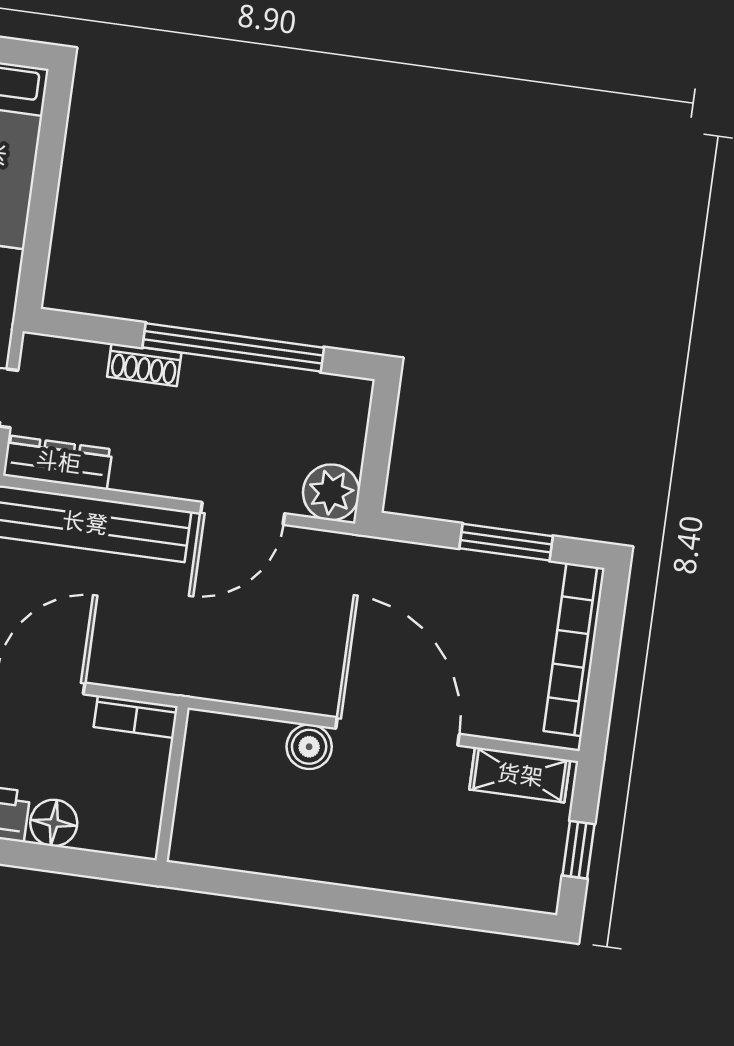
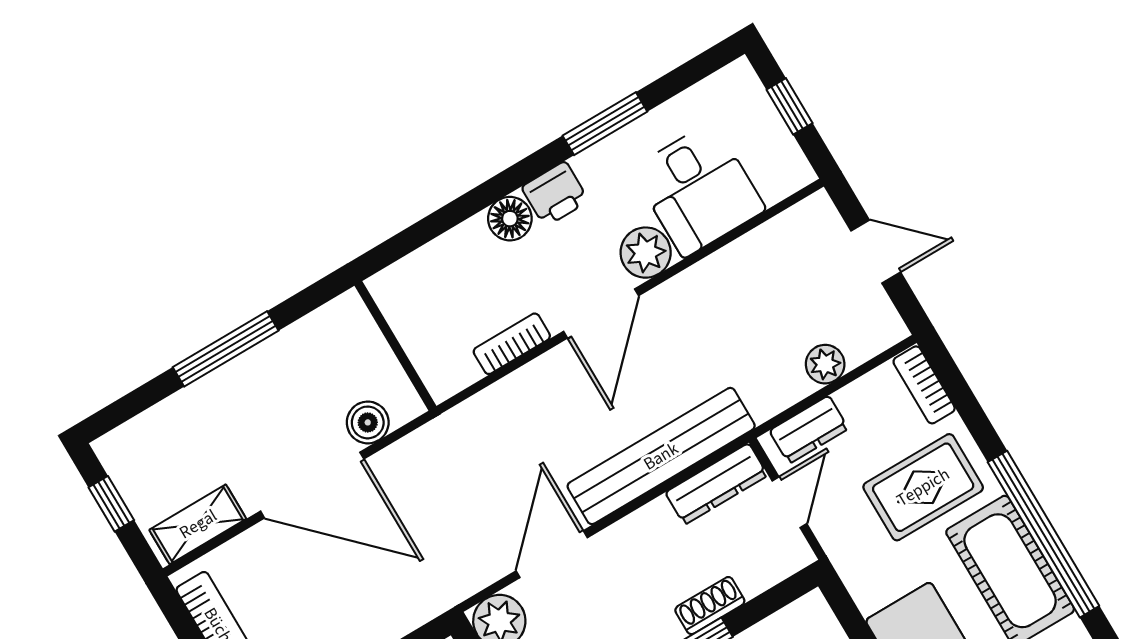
wall: (172, 784) -> (395, 346), moved
window: (379, 903) -> (226, 349), added

